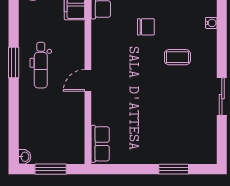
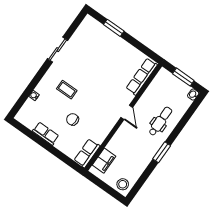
dental chair: (41, 65) -> (160, 121), moved
door: (88, 80) -> (127, 112), hinge flipped
row of seats: (100, 144) -> (142, 77), width x1.48

